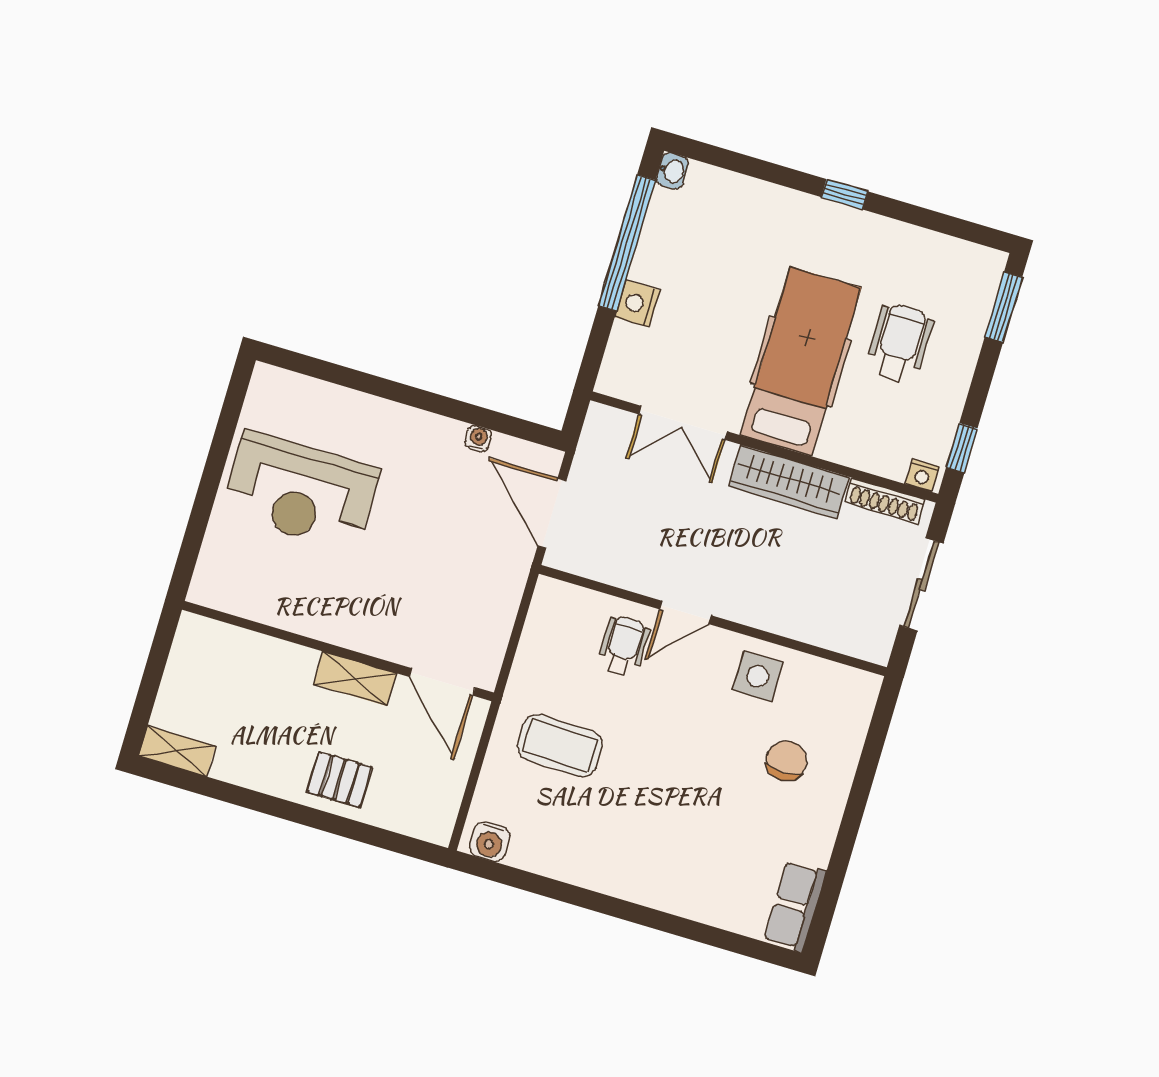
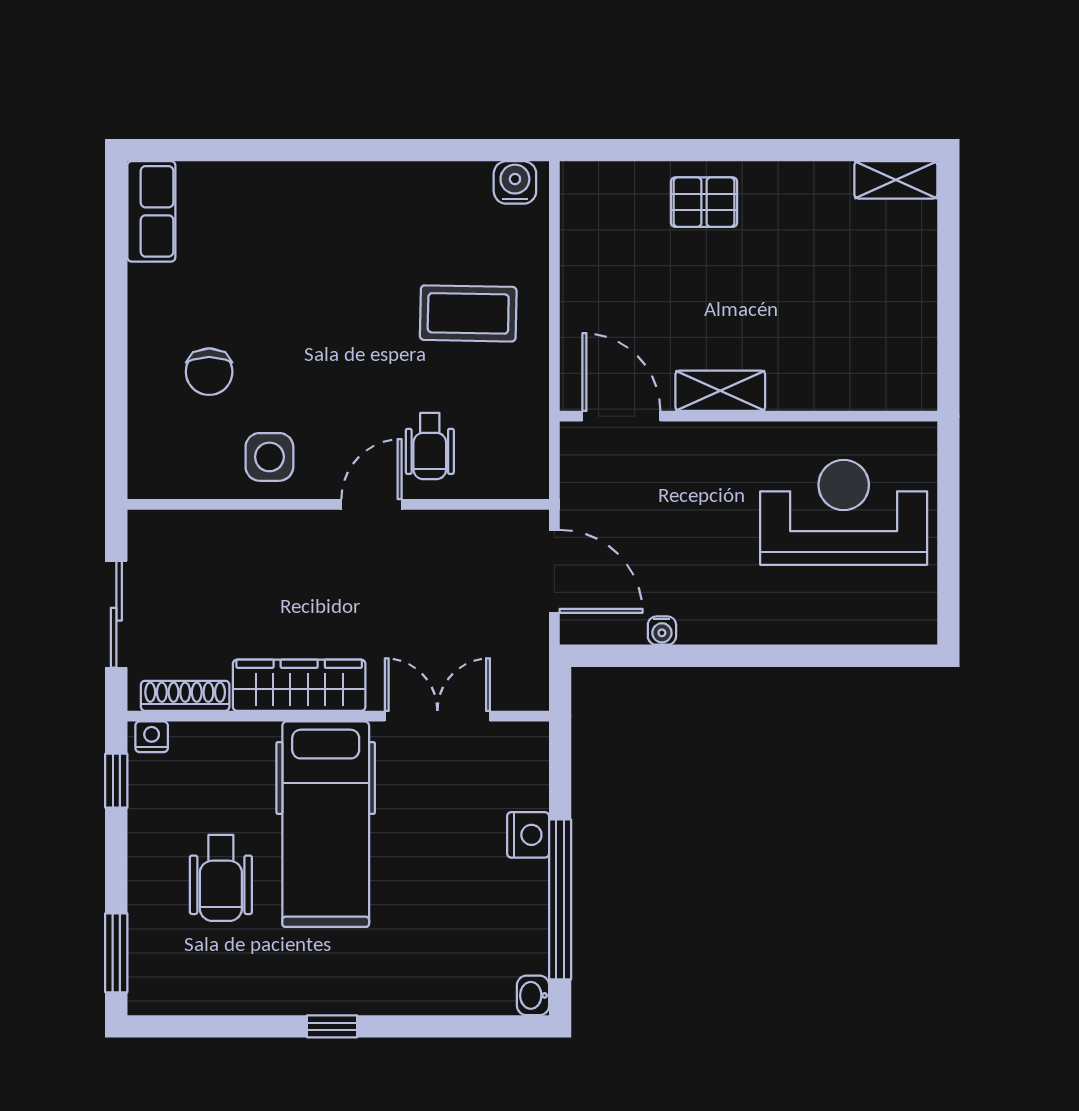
wall: (338, 651) -> (748, 416), moved
shelving: (355, 679) -> (720, 391), moved
door: (442, 682) -> (621, 416), moved

